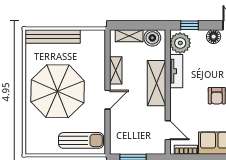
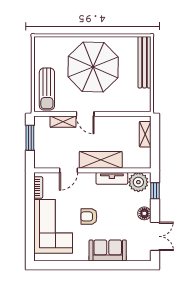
boiler: (152, 38) -> (143, 156), removed
shelving: (116, 70) -> (63, 122), moved
door: (168, 130) -> (69, 170), moved

